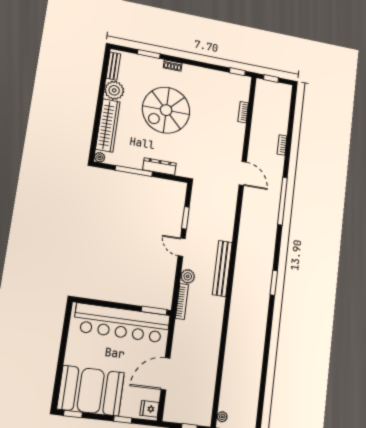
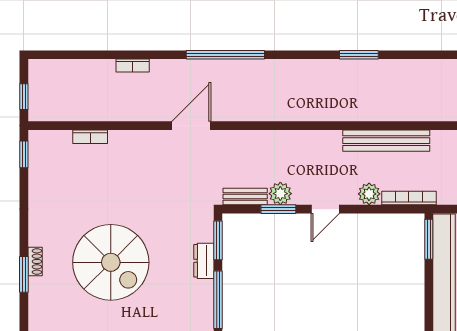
window: (149, 54) -> (24, 274), moved
dresser: (159, 167) -> (204, 261), width x0.70
window: (171, 177) -> (218, 240), added
bench: (196, 199) -> (245, 197), added
plant: (195, 221) -> (280, 194), added
bench: (222, 268) -> (386, 141), moved

